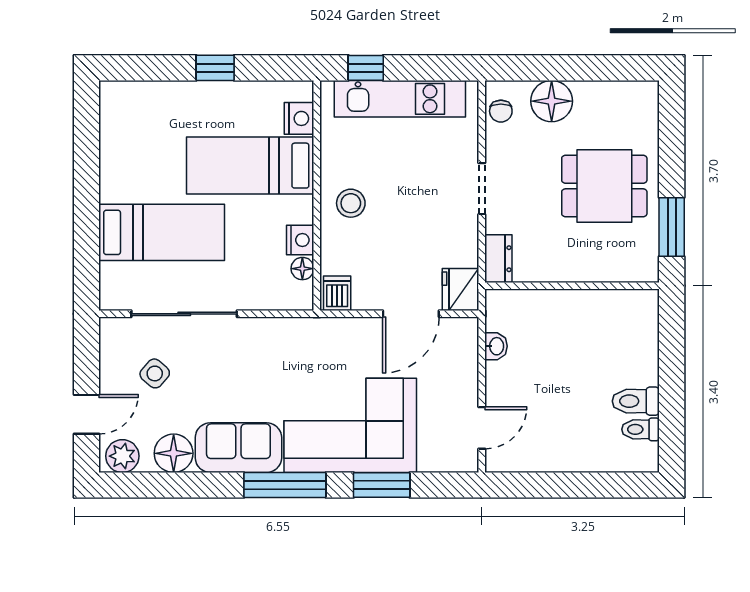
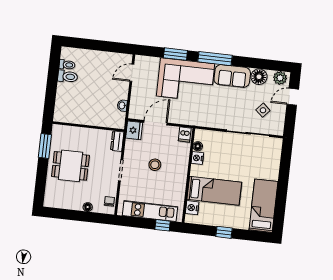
floor lamp: (552, 101) -> (88, 207), width x0.53, depth x0.53
stool: (351, 203) -> (155, 165), moved
bed: (162, 232) -> (264, 206), moved, turned 90

